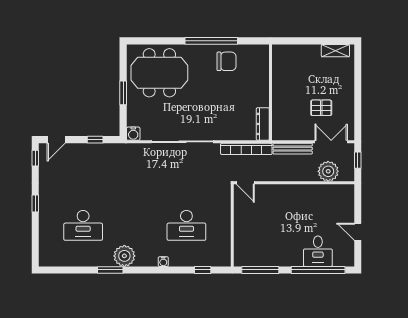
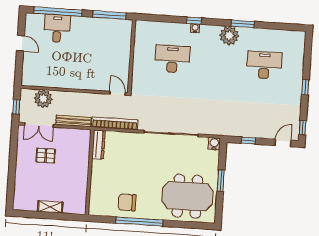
shelving: (335, 51) -> (50, 207), moved
window: (203, 270) -> (194, 21), moved

